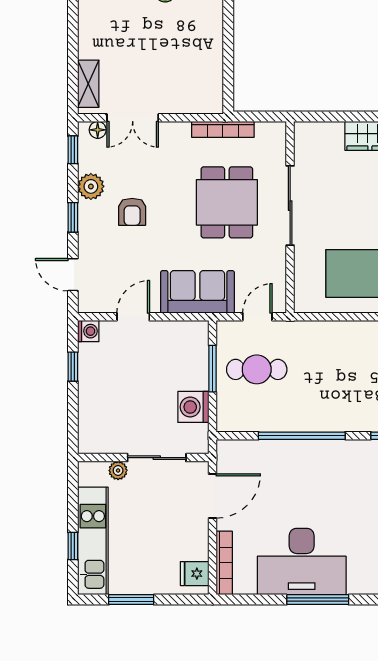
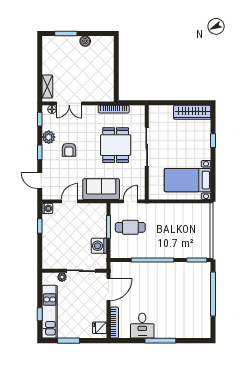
desk: (302, 562) -> (142, 326), width x0.53, depth x0.77

